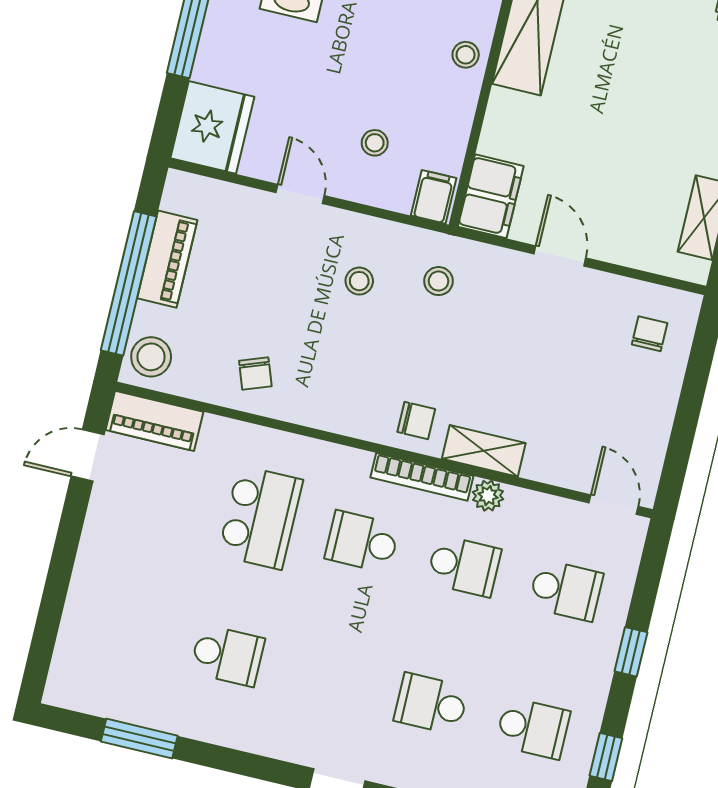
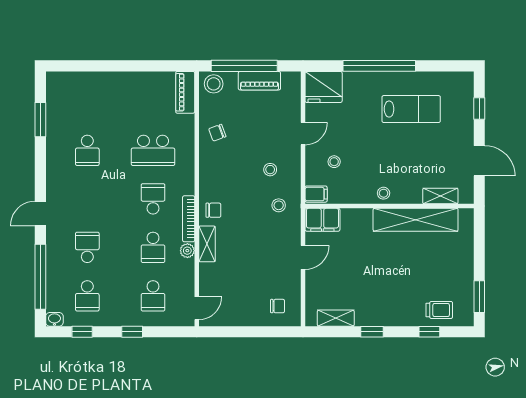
chair: (416, 420) -> (213, 210), turned -90
door: (88, 455) -> (162, 66), removed

